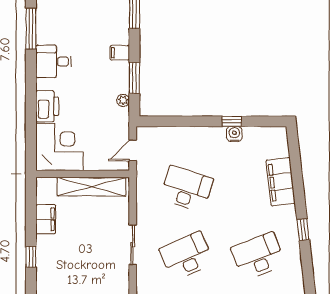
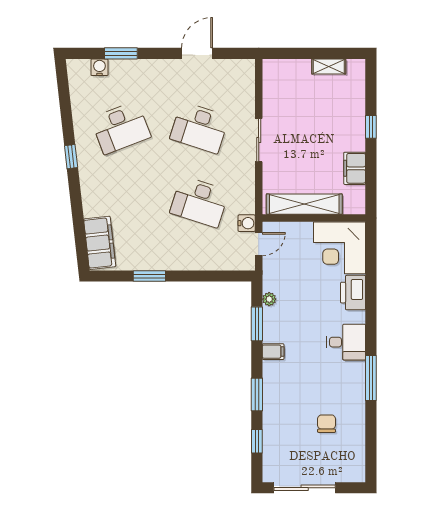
window: (232, 121) -> (149, 276), width x1.50
water cooler: (234, 134) -> (247, 223), moved, turned -90
filing cabinet: (281, 182) -> (100, 243), moved
desk: (187, 256) -> (199, 128), turned 42

